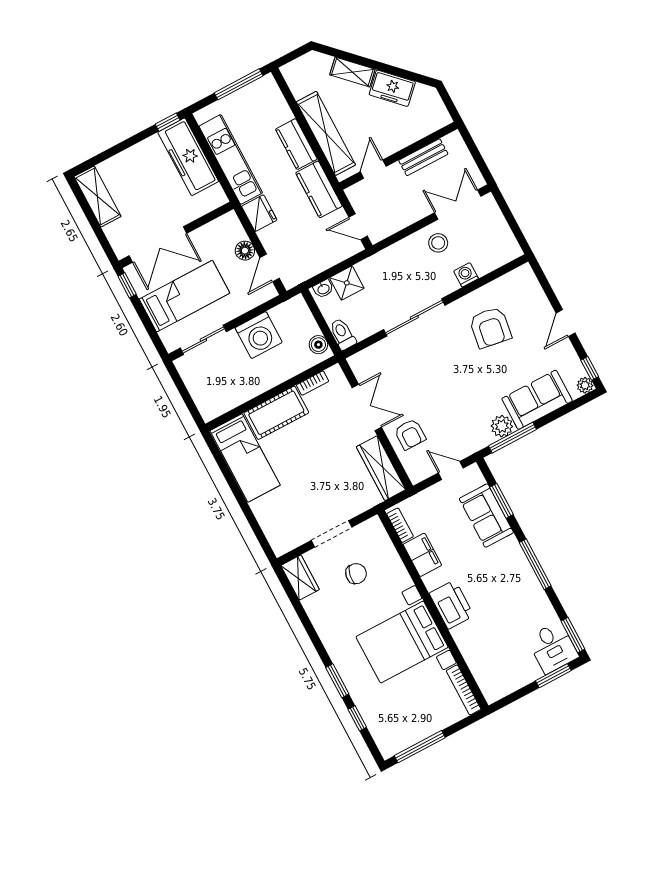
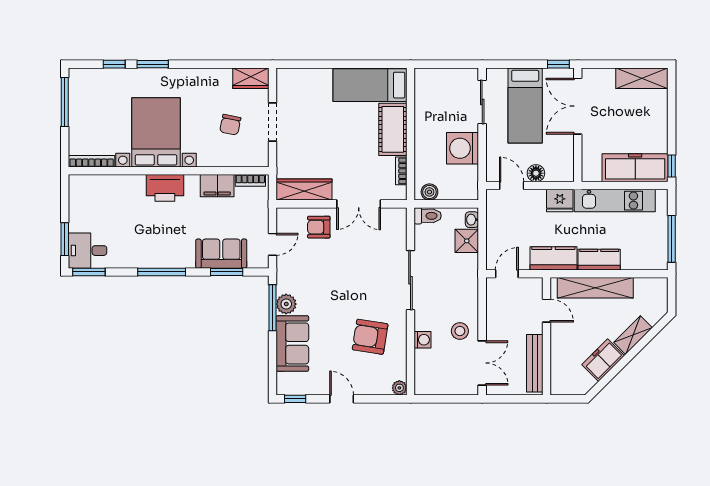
bench: (423, 157) -> (535, 363), width x1.36
plant: (585, 385) -> (399, 388), moved

